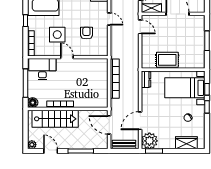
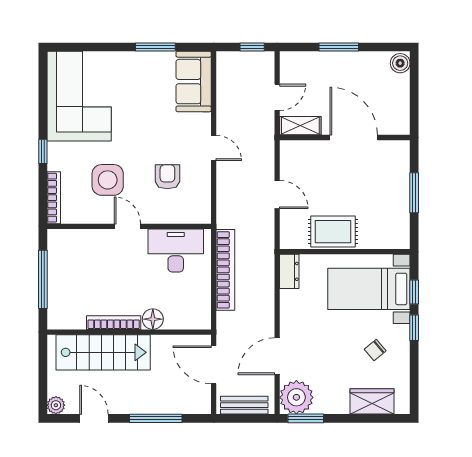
door: (140, 27) -> (277, 195), moved
desk: (42, 69) -> (176, 250), moved
floor lamp: (33, 103) -> (153, 319), moved

